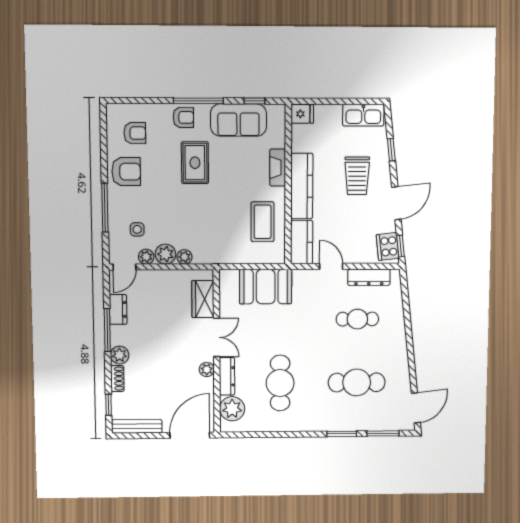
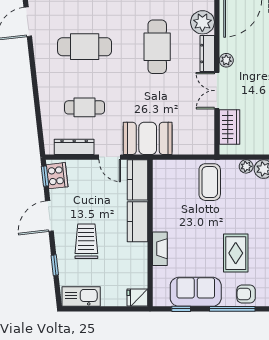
kitchen counter: (302, 186) -> (137, 222), width x0.67
coffee table: (263, 222) -> (210, 182), moved
booth: (266, 287) -> (148, 138), moved

